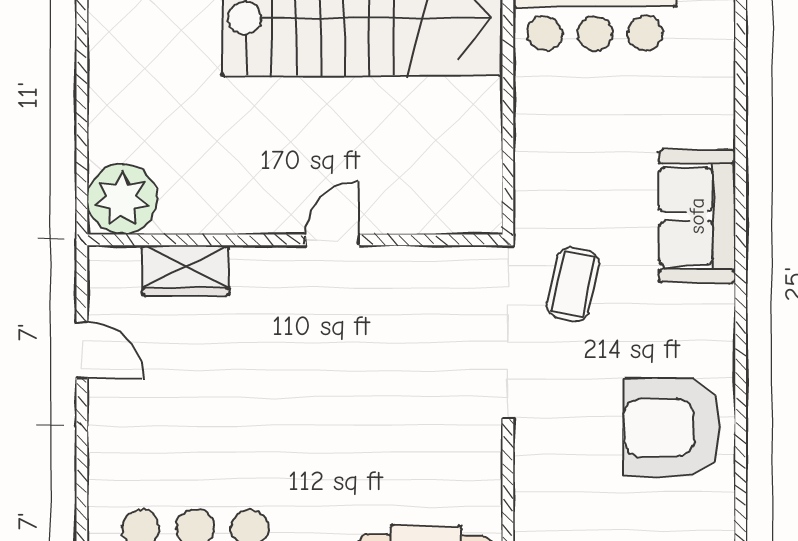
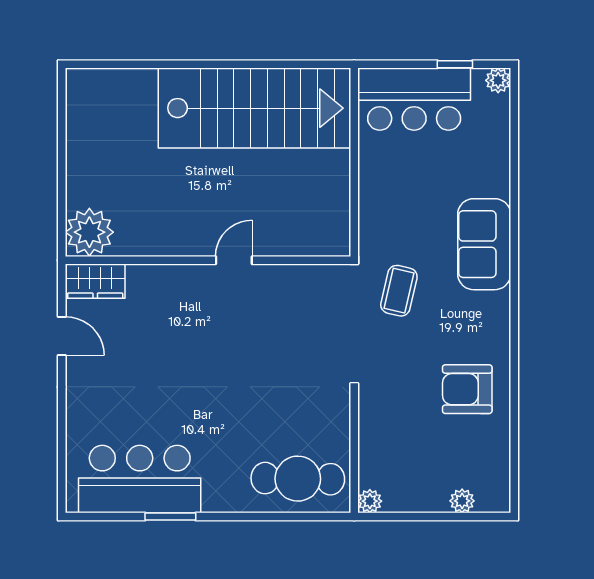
wardrobe: (186, 270) -> (95, 281), moved
armchair: (672, 428) -> (467, 389), width x0.73, depth x0.73

